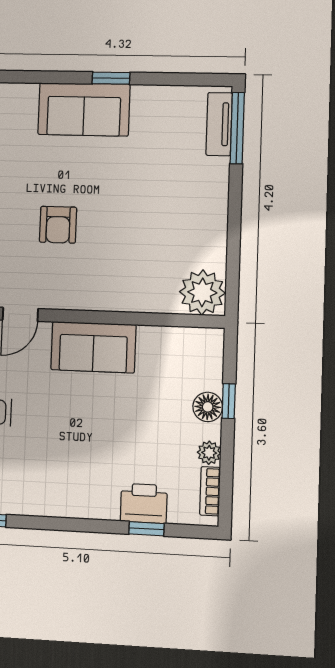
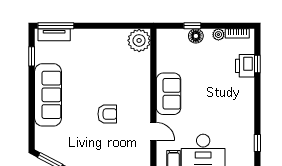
window: (111, 78) -> (32, 56), moved
sofa: (84, 109) -> (48, 95), width x1.36

